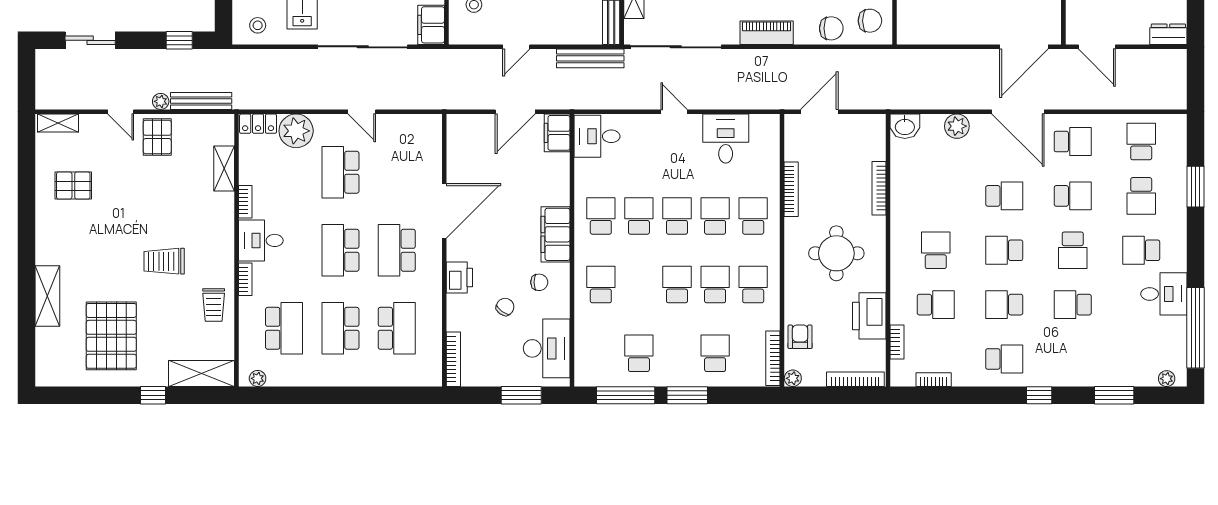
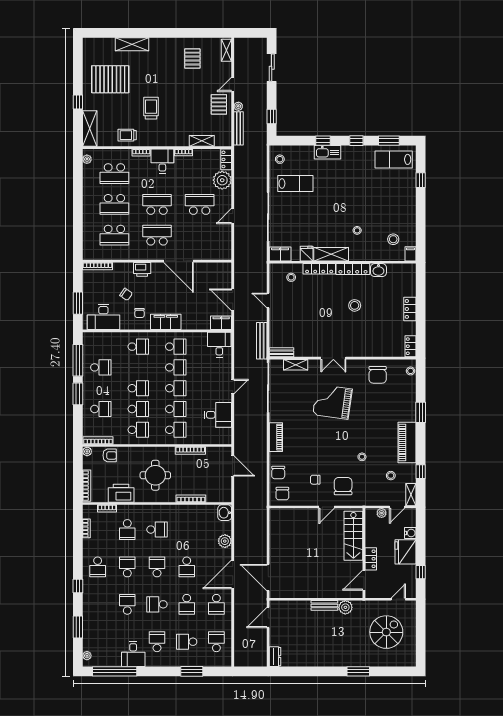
pallet: (157, 137) -> (219, 104), turned 90
school desk: (1141, 142) -> (216, 642), turned -90
school desk: (340, 328) -> (114, 204), turned 180

